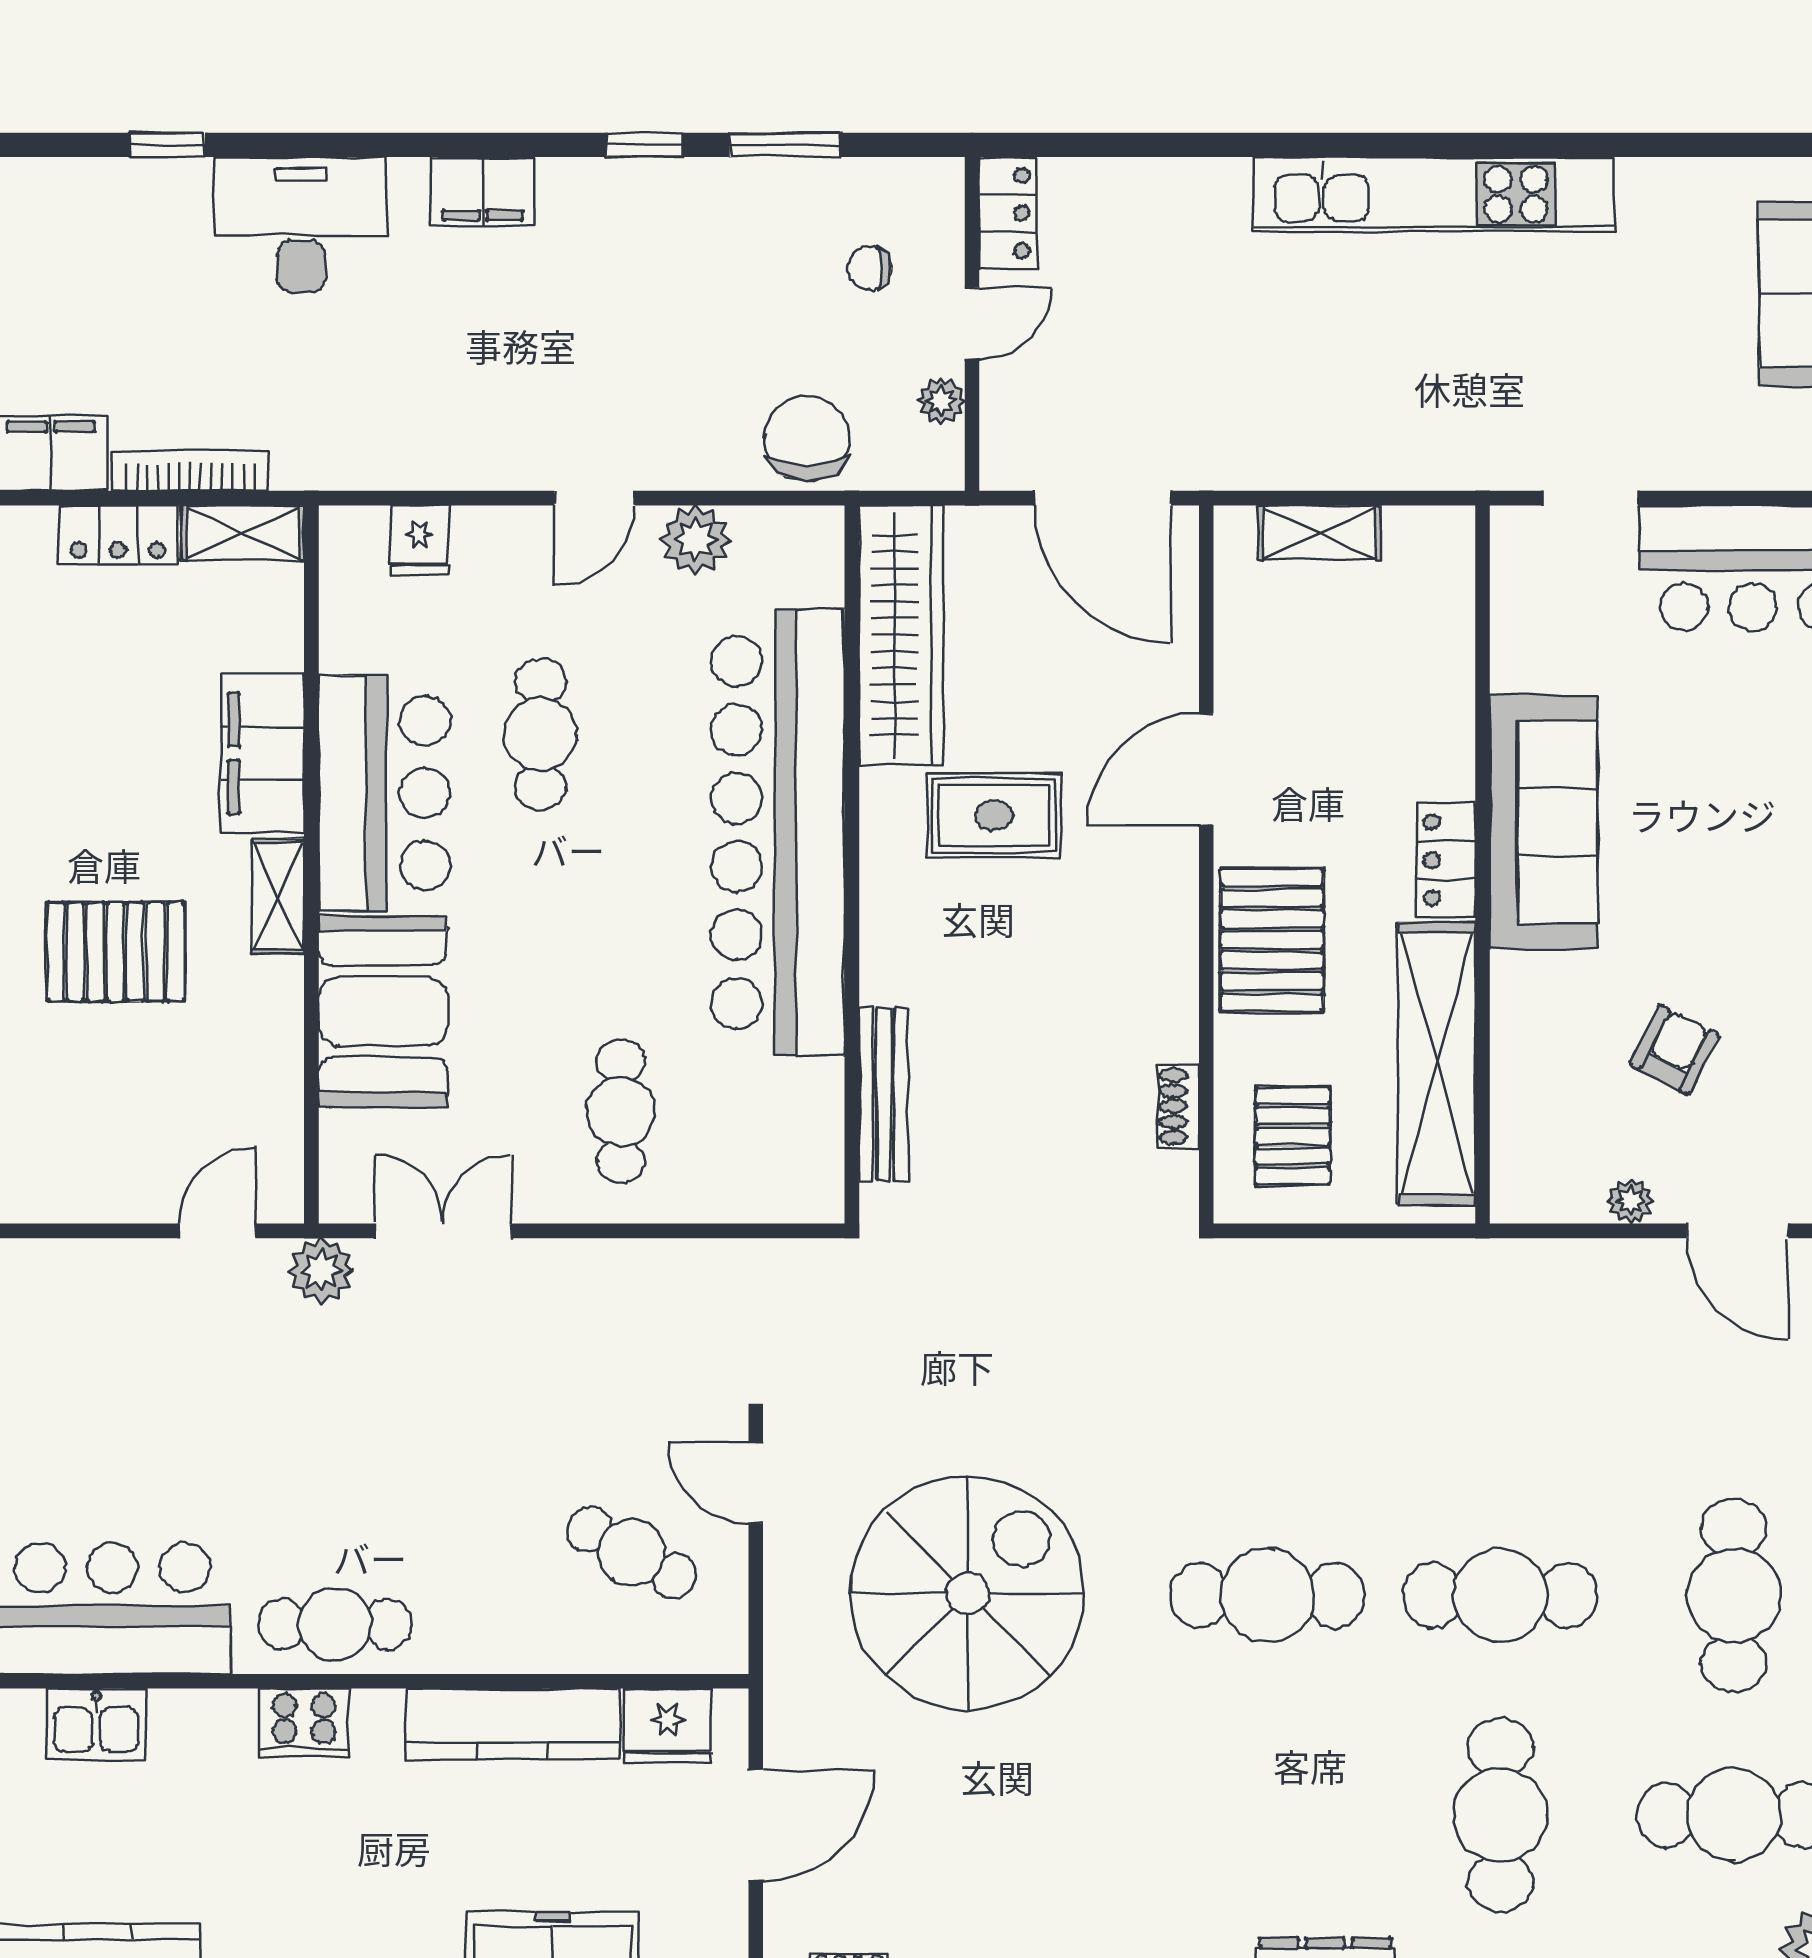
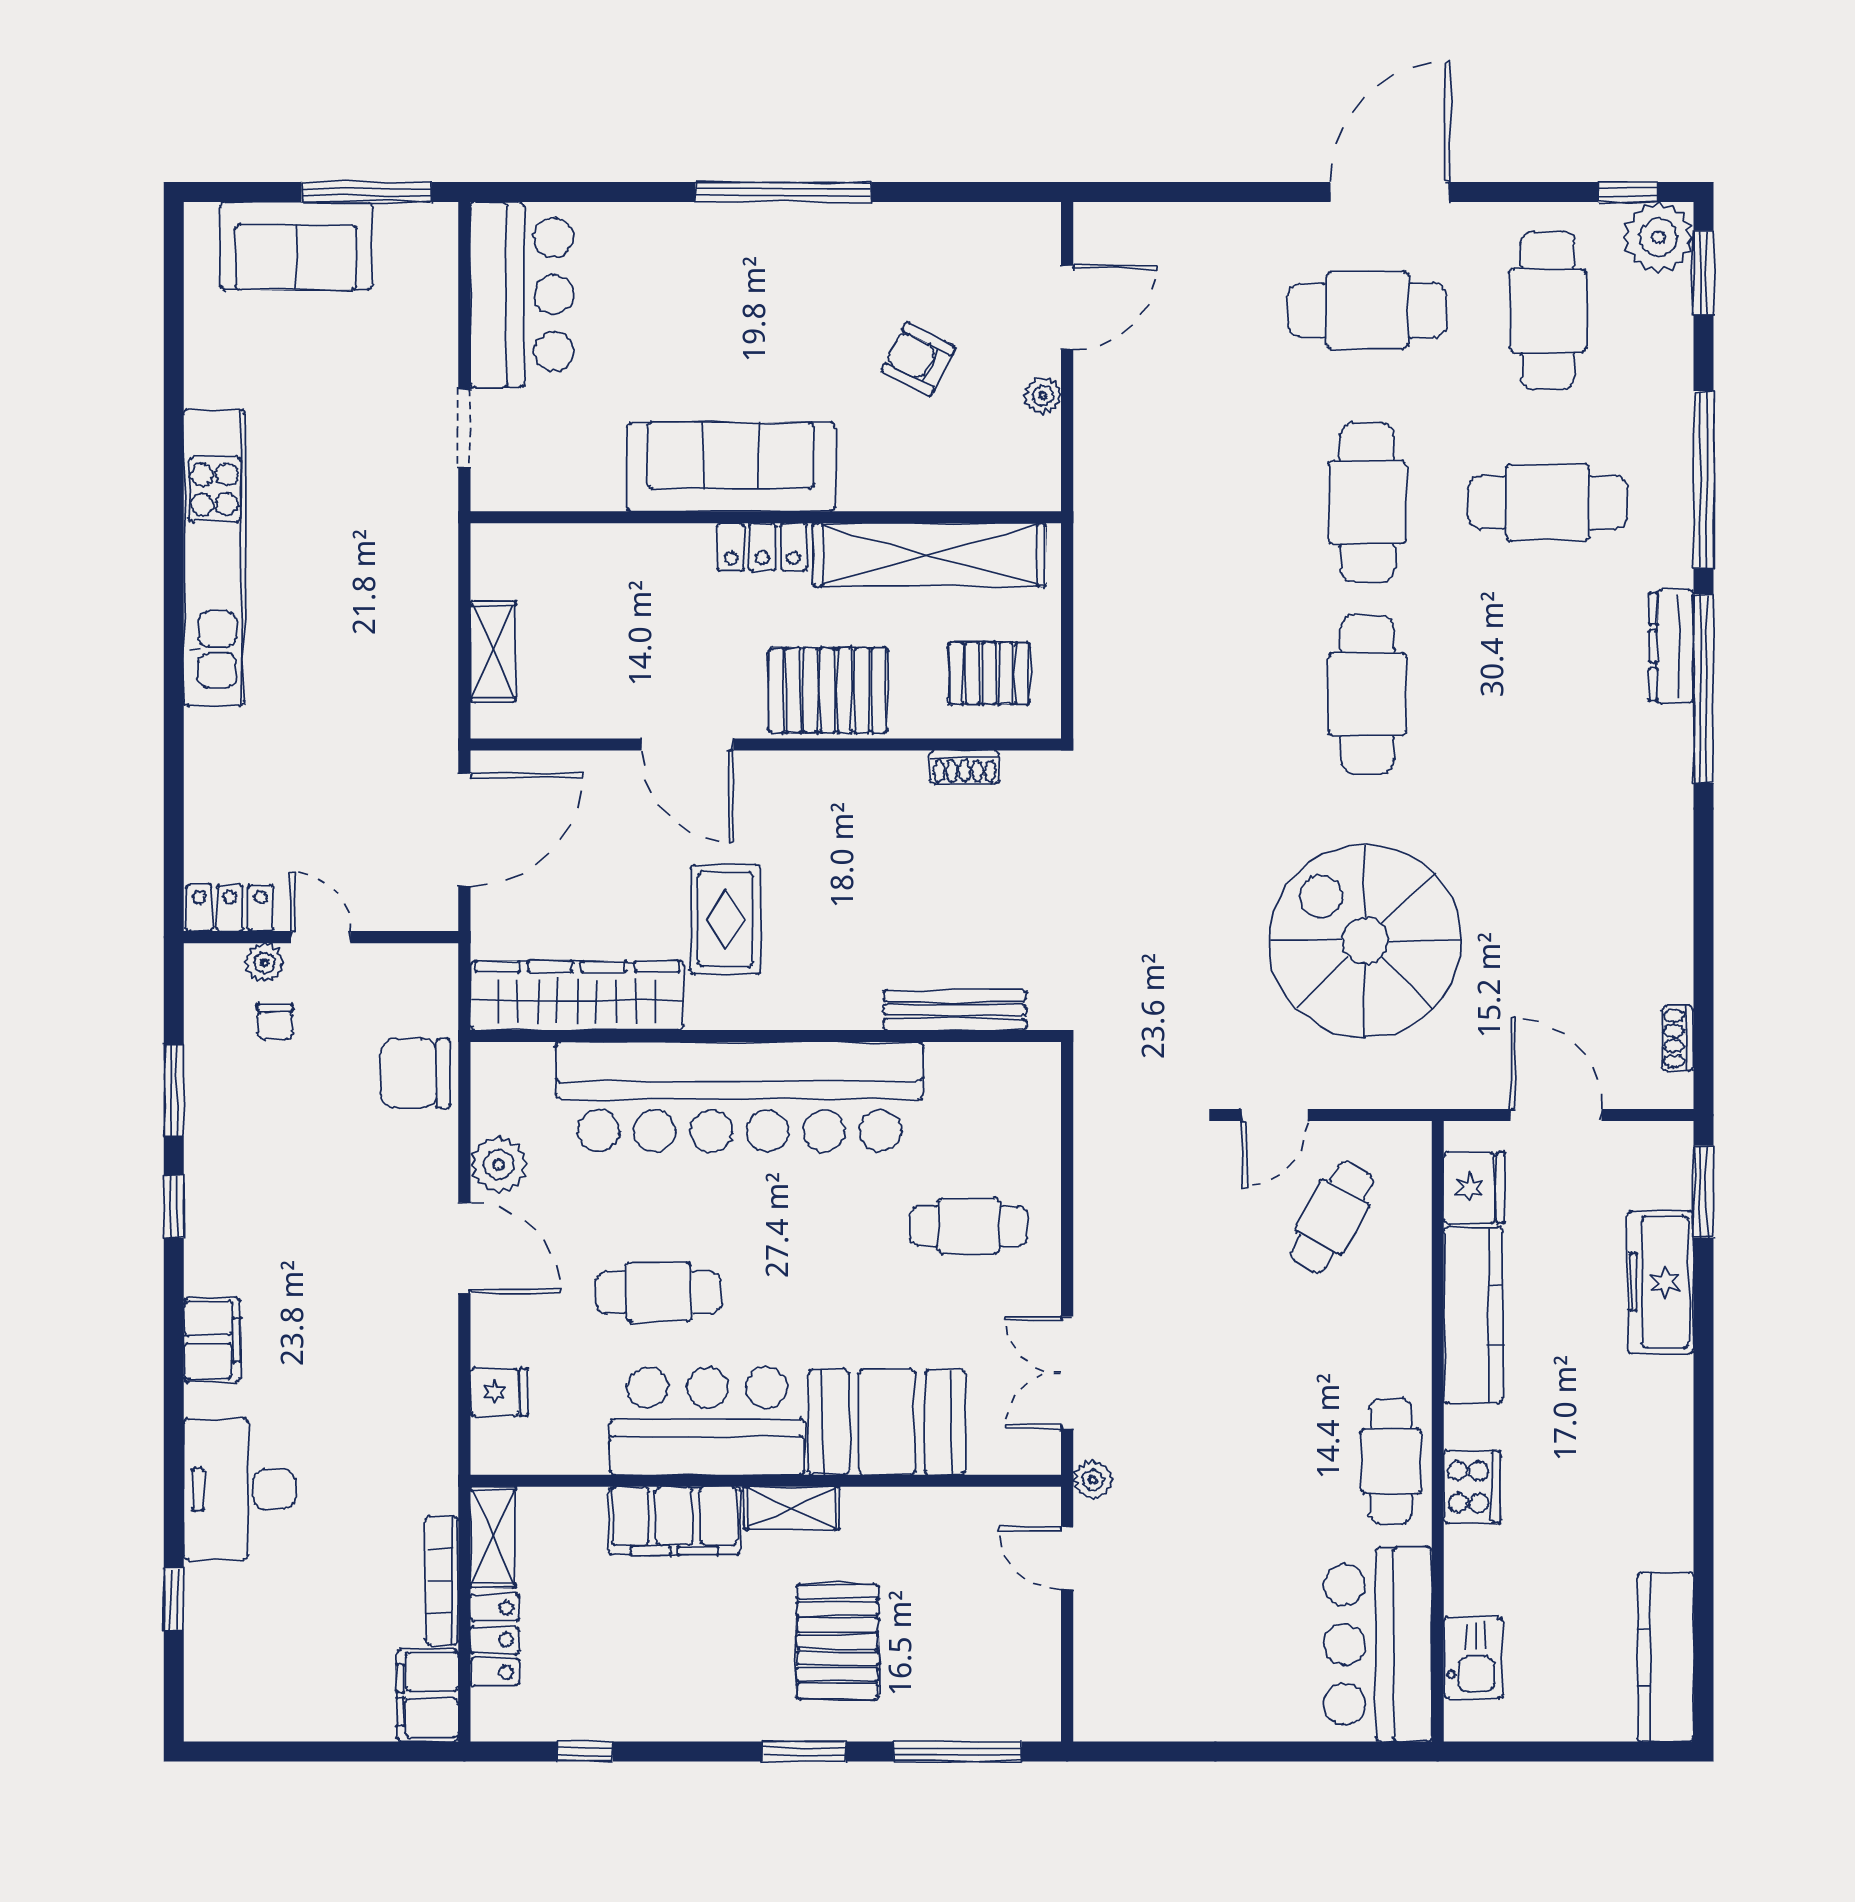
plant: (941, 401) -> (264, 963), moved
door: (594, 498) -> (464, 1248), width x1.38
plant: (321, 1271) -> (1093, 1480), width x0.73, depth x0.73

